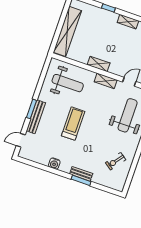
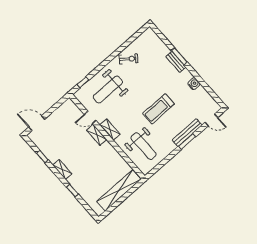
shelving: (99, 64) -> (97, 135), moved
weight bench: (68, 83) -> (144, 146), turned 180
exercise bike: (116, 161) -> (128, 59), moved

